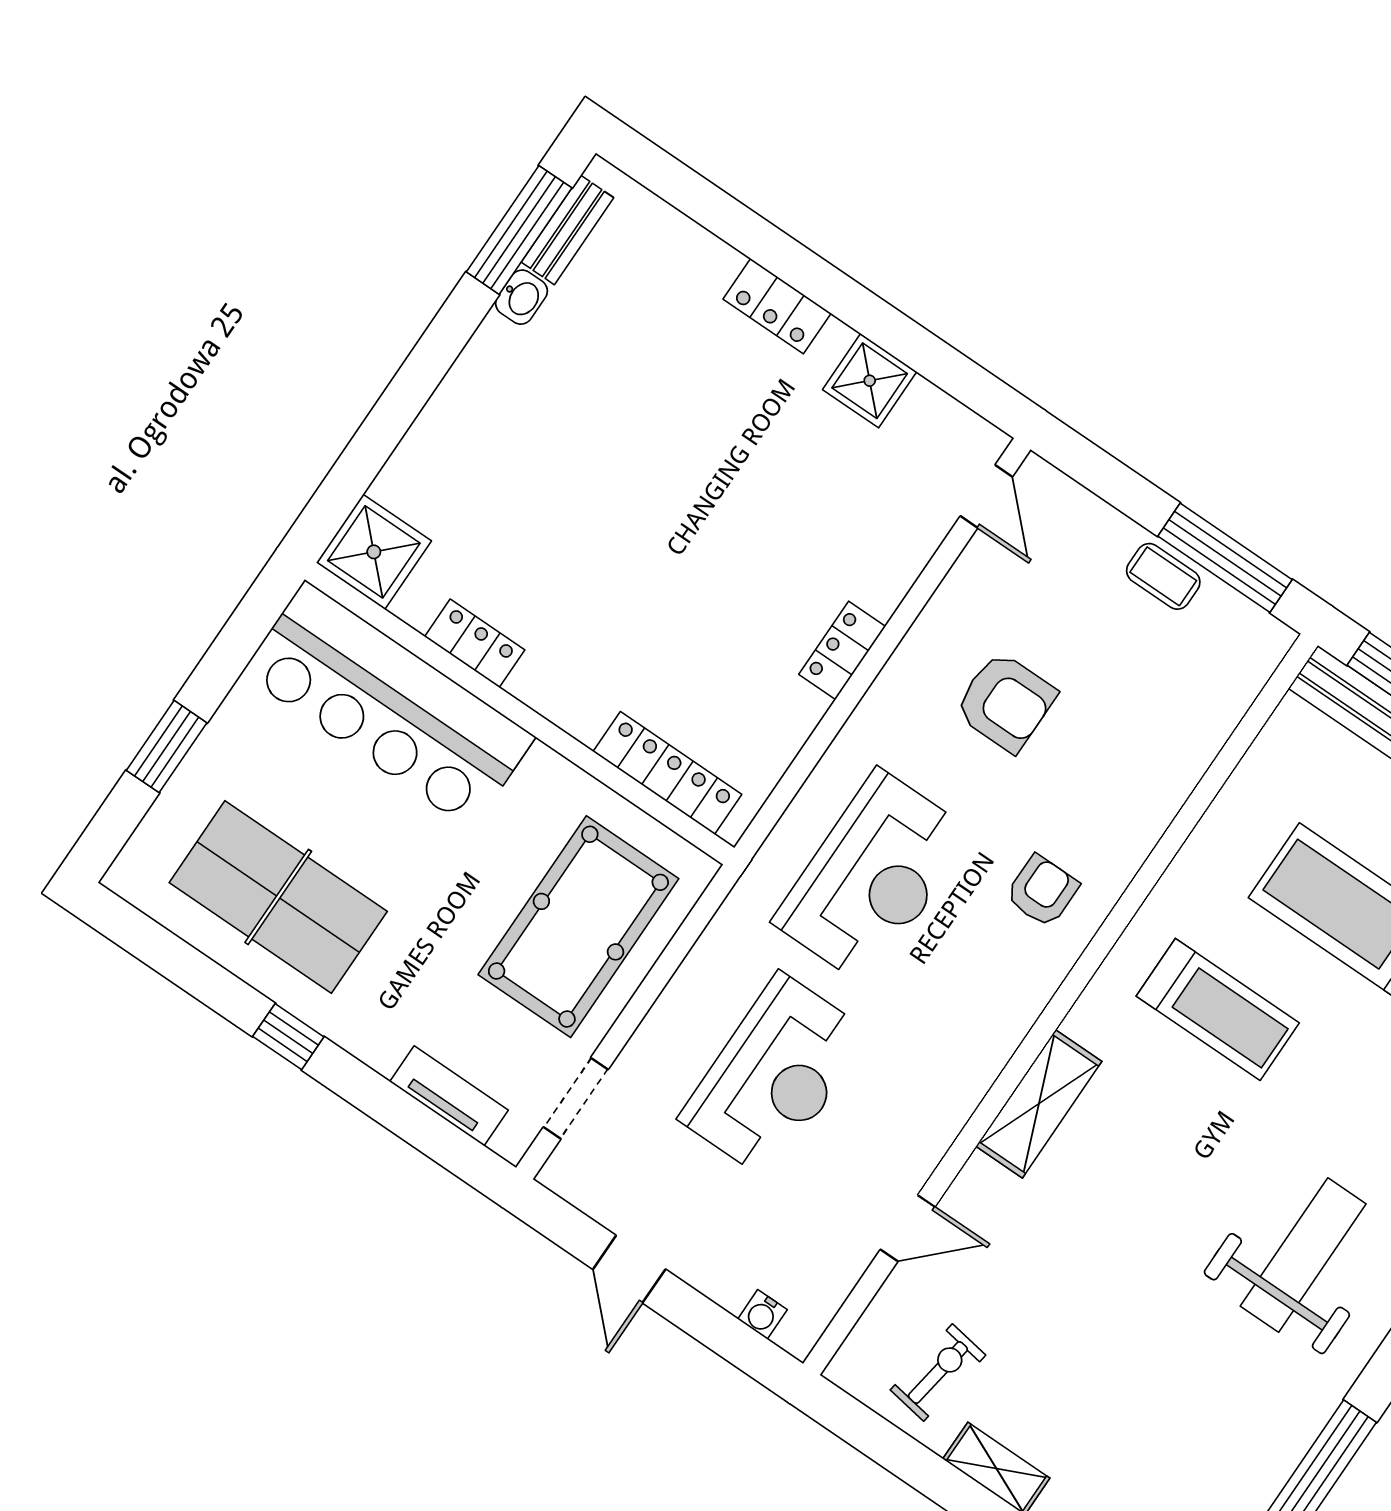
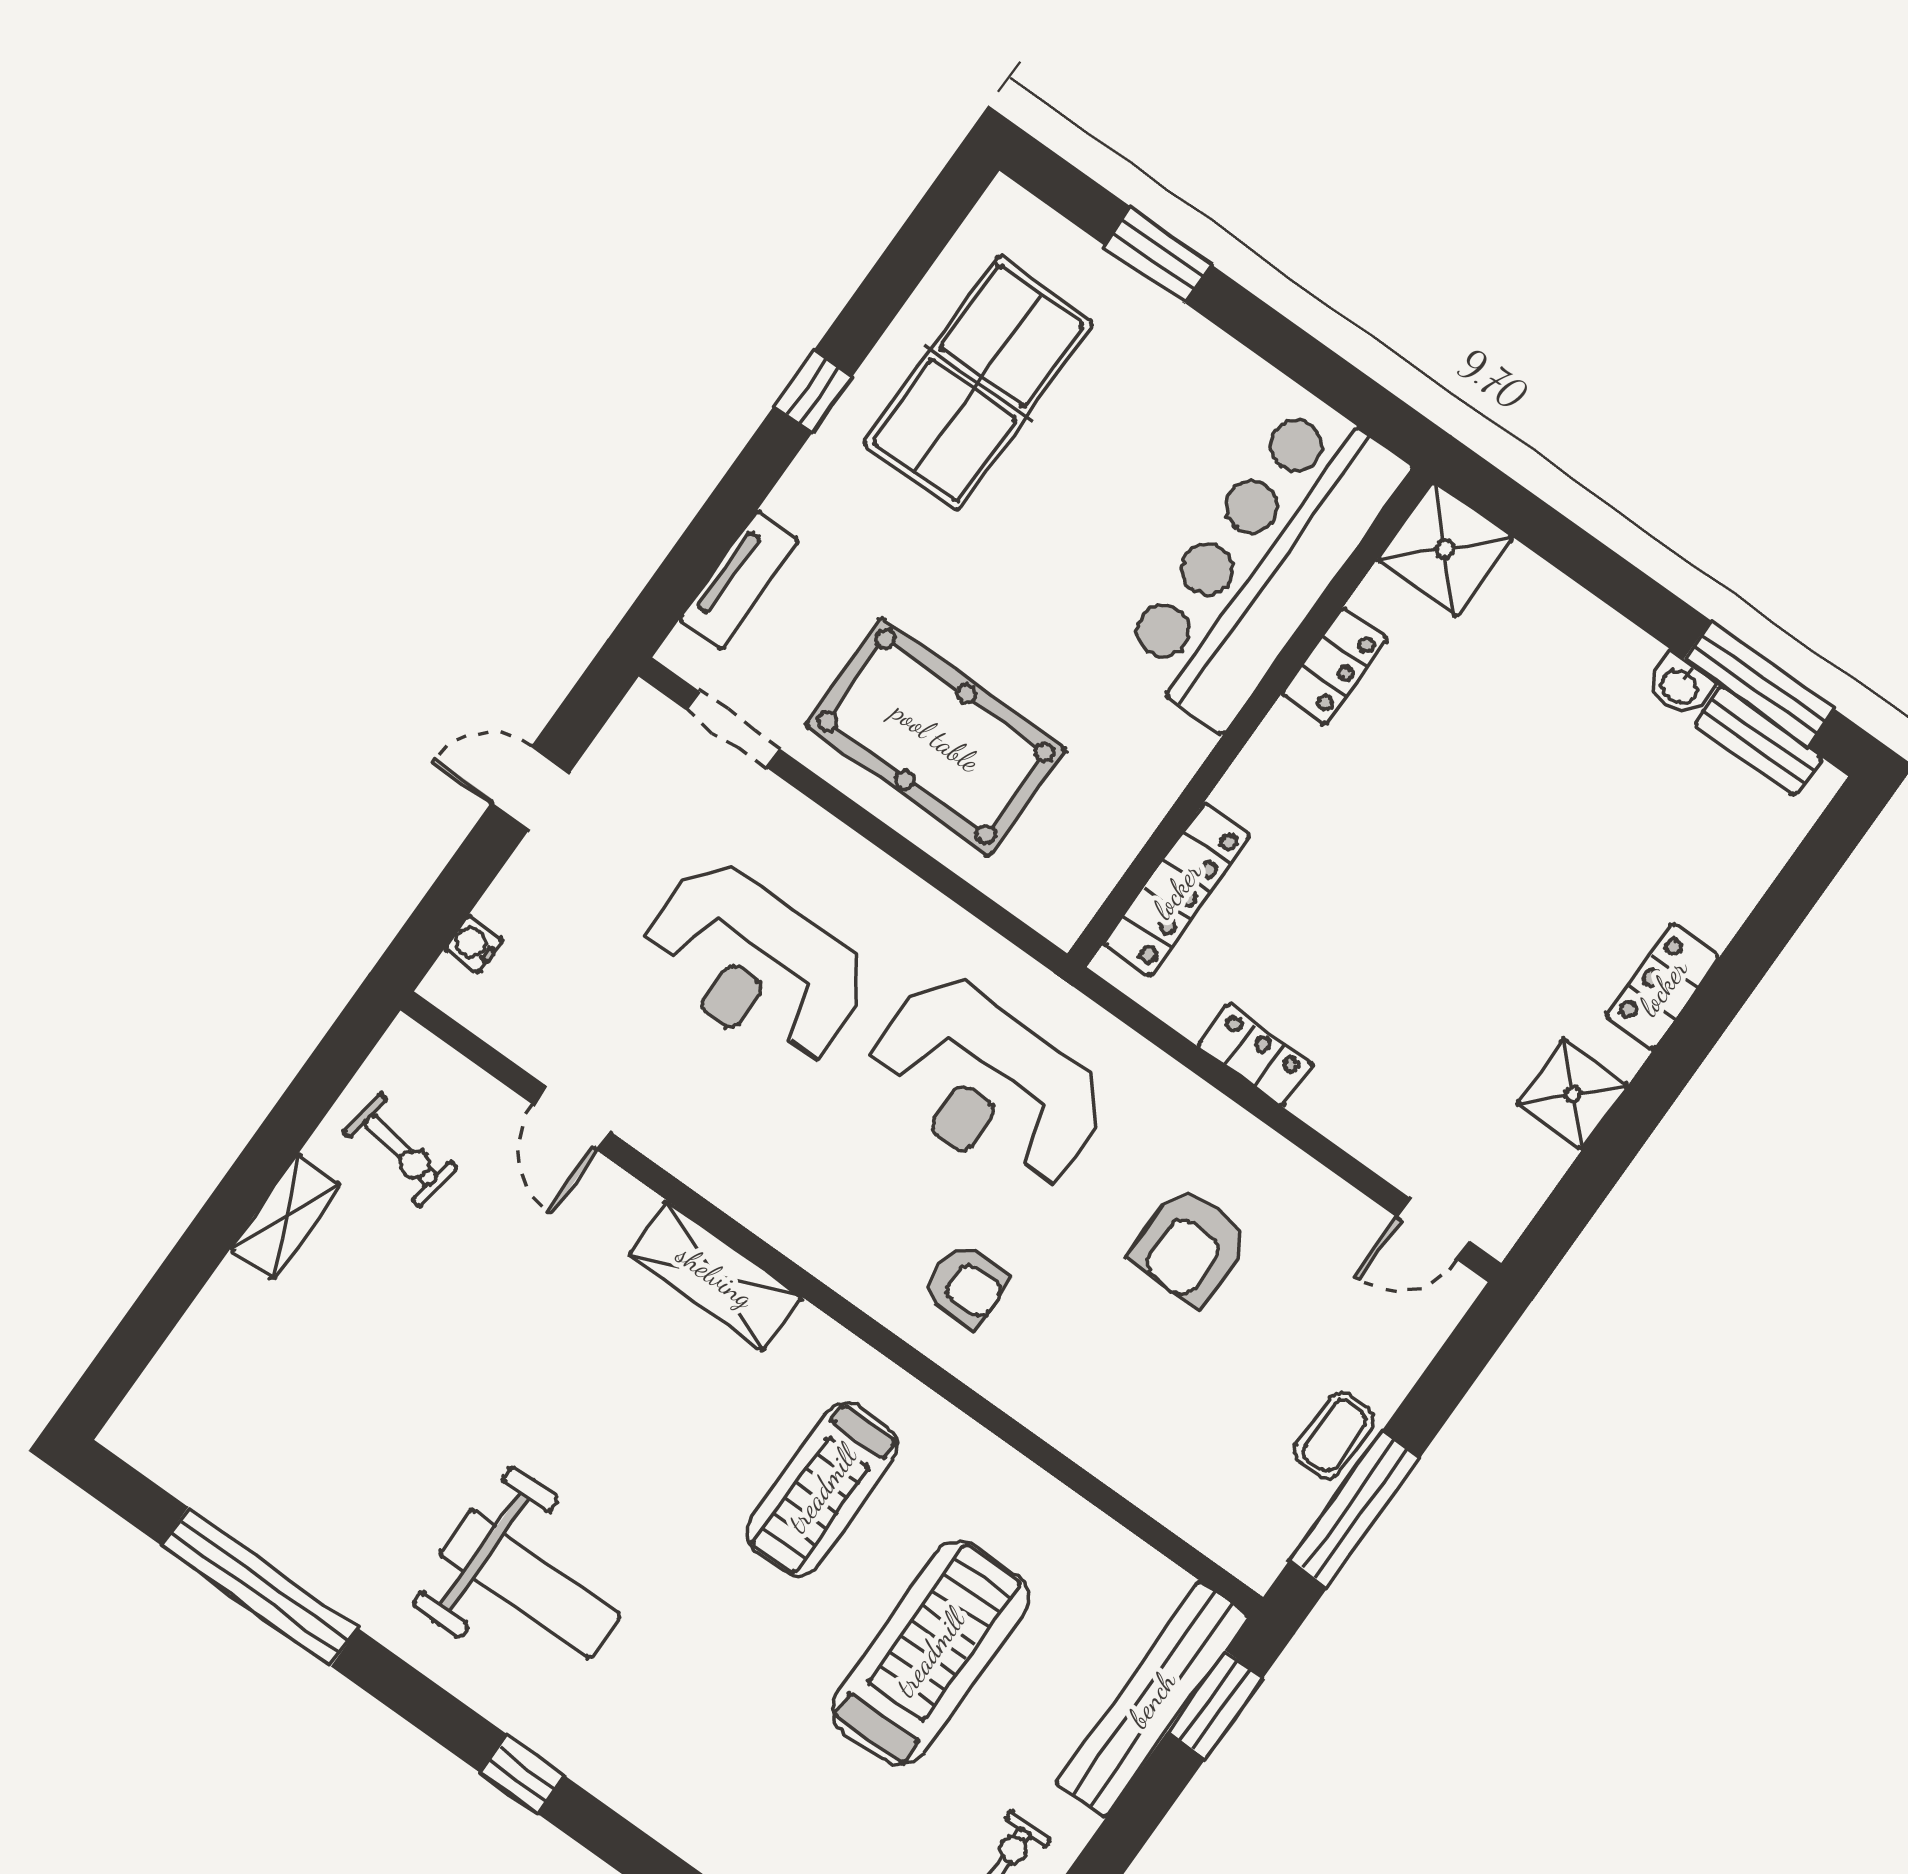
shower: (374, 552) -> (1445, 549), moved
locker: (475, 643) -> (1334, 666), moved
bar counter: (388, 705) -> (1264, 562), moved
wall: (520, 714) -> (1250, 717), moved
locker: (667, 773) -> (1177, 890), moved

